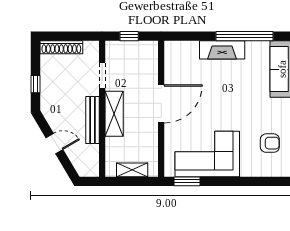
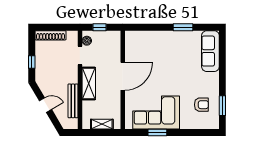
window: (244, 36) -> (183, 27), width x0.47
fireplace: (222, 50) -> (167, 37), removed
boiler: (111, 55) -> (87, 41), added
bench: (92, 120) -> (73, 101), moved
window: (187, 181) -> (157, 132), moved

